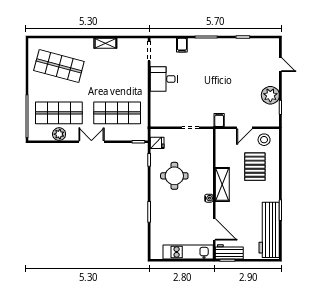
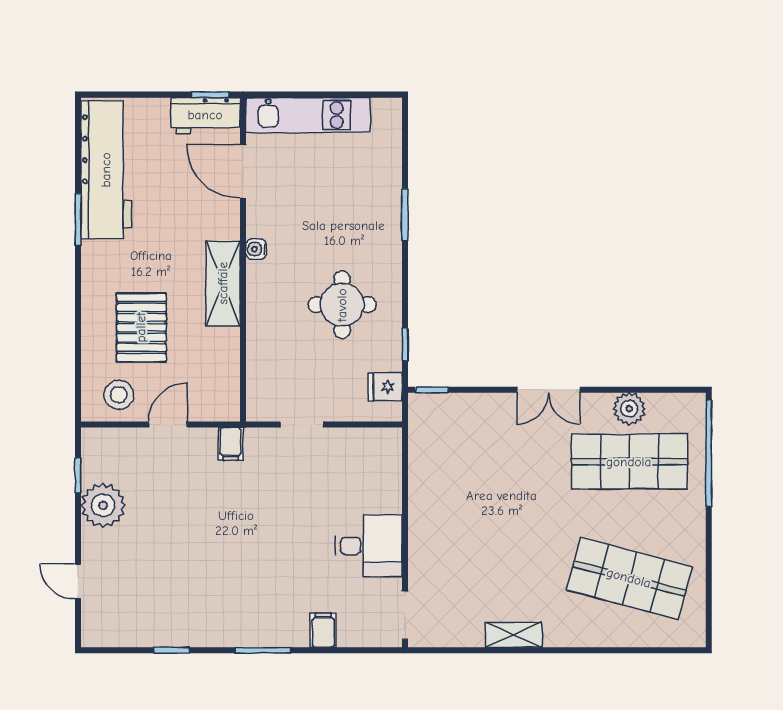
shop shelf: (117, 113) -> (484, 462), removed

